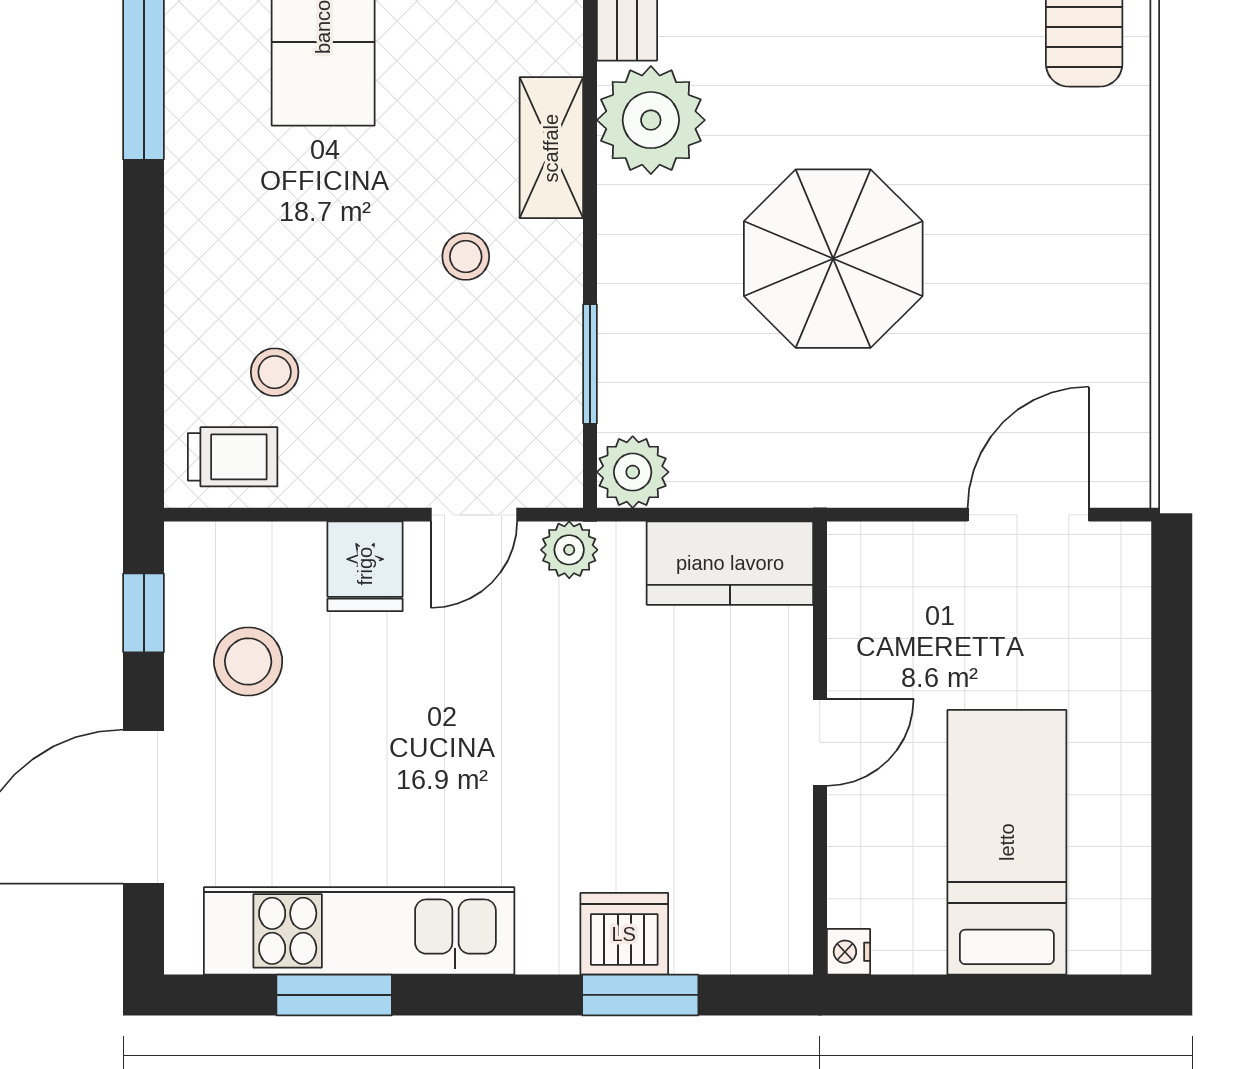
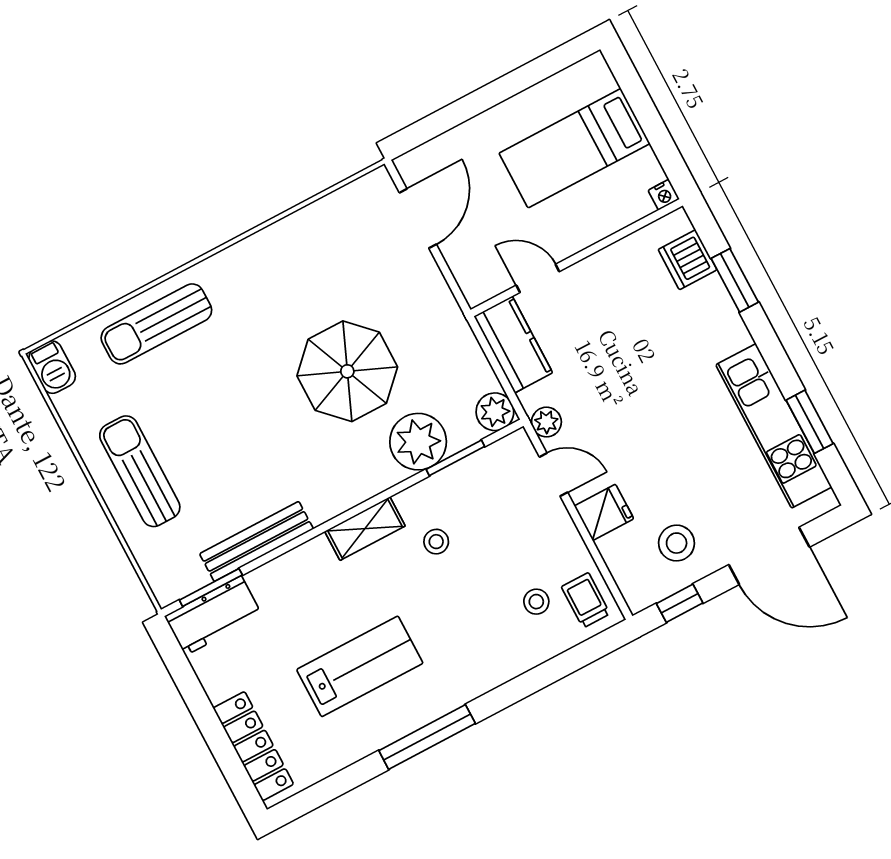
plant: (651, 120) -> (418, 442), moved
door: (1028, 515) -> (418, 219), swing flipped
door: (820, 742) -> (538, 278), moved
dishwasher: (624, 934) -> (688, 260), moved

